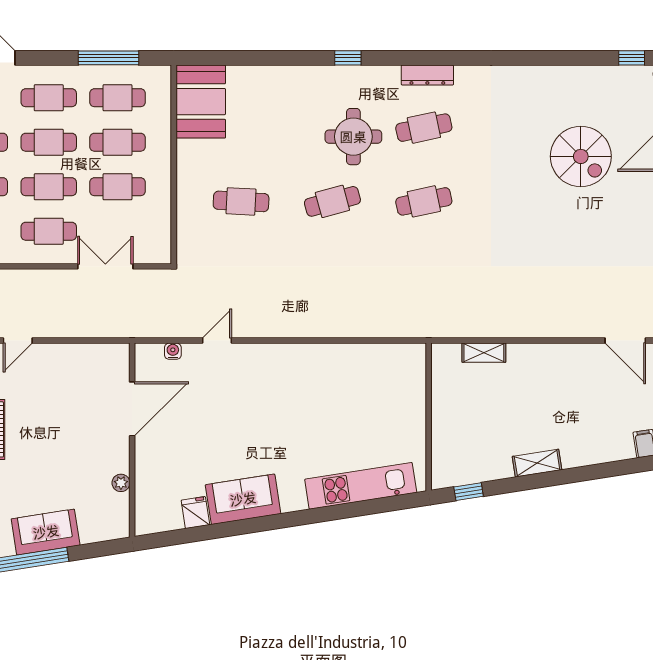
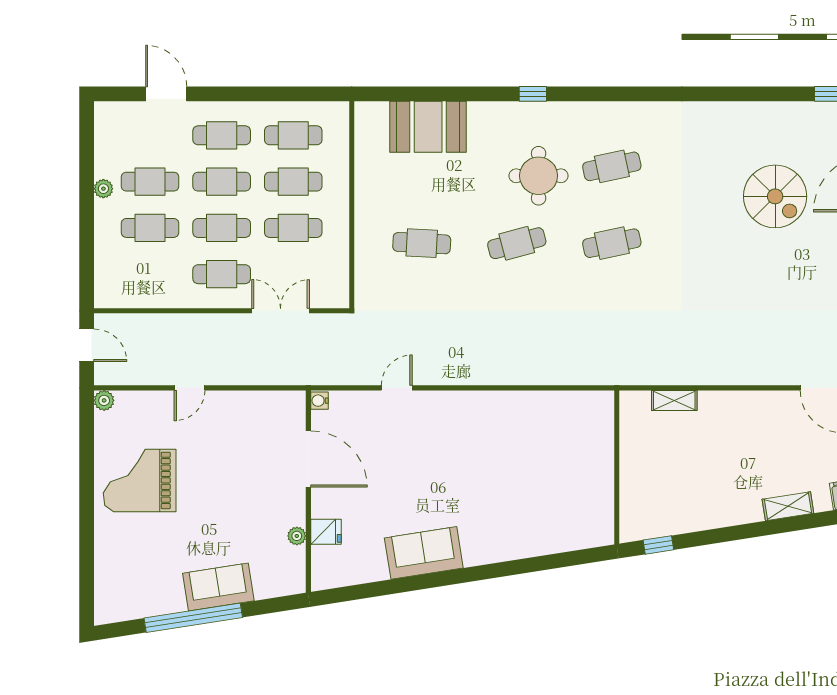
window: (108, 58) -> (284, 94), removed
dresser: (427, 75) -> (616, 112), removed
booth: (201, 102) -> (428, 127), moved, turned 90
water cooler: (173, 351) -> (319, 401), moved, turned -90
door: (132, 409) -> (308, 459), hinge flipped
shelving: (537, 463) -> (788, 506), moved
kitchen unit: (361, 486) -> (546, 539), removed
fridge: (195, 513) -> (326, 532), moved, turned 99

